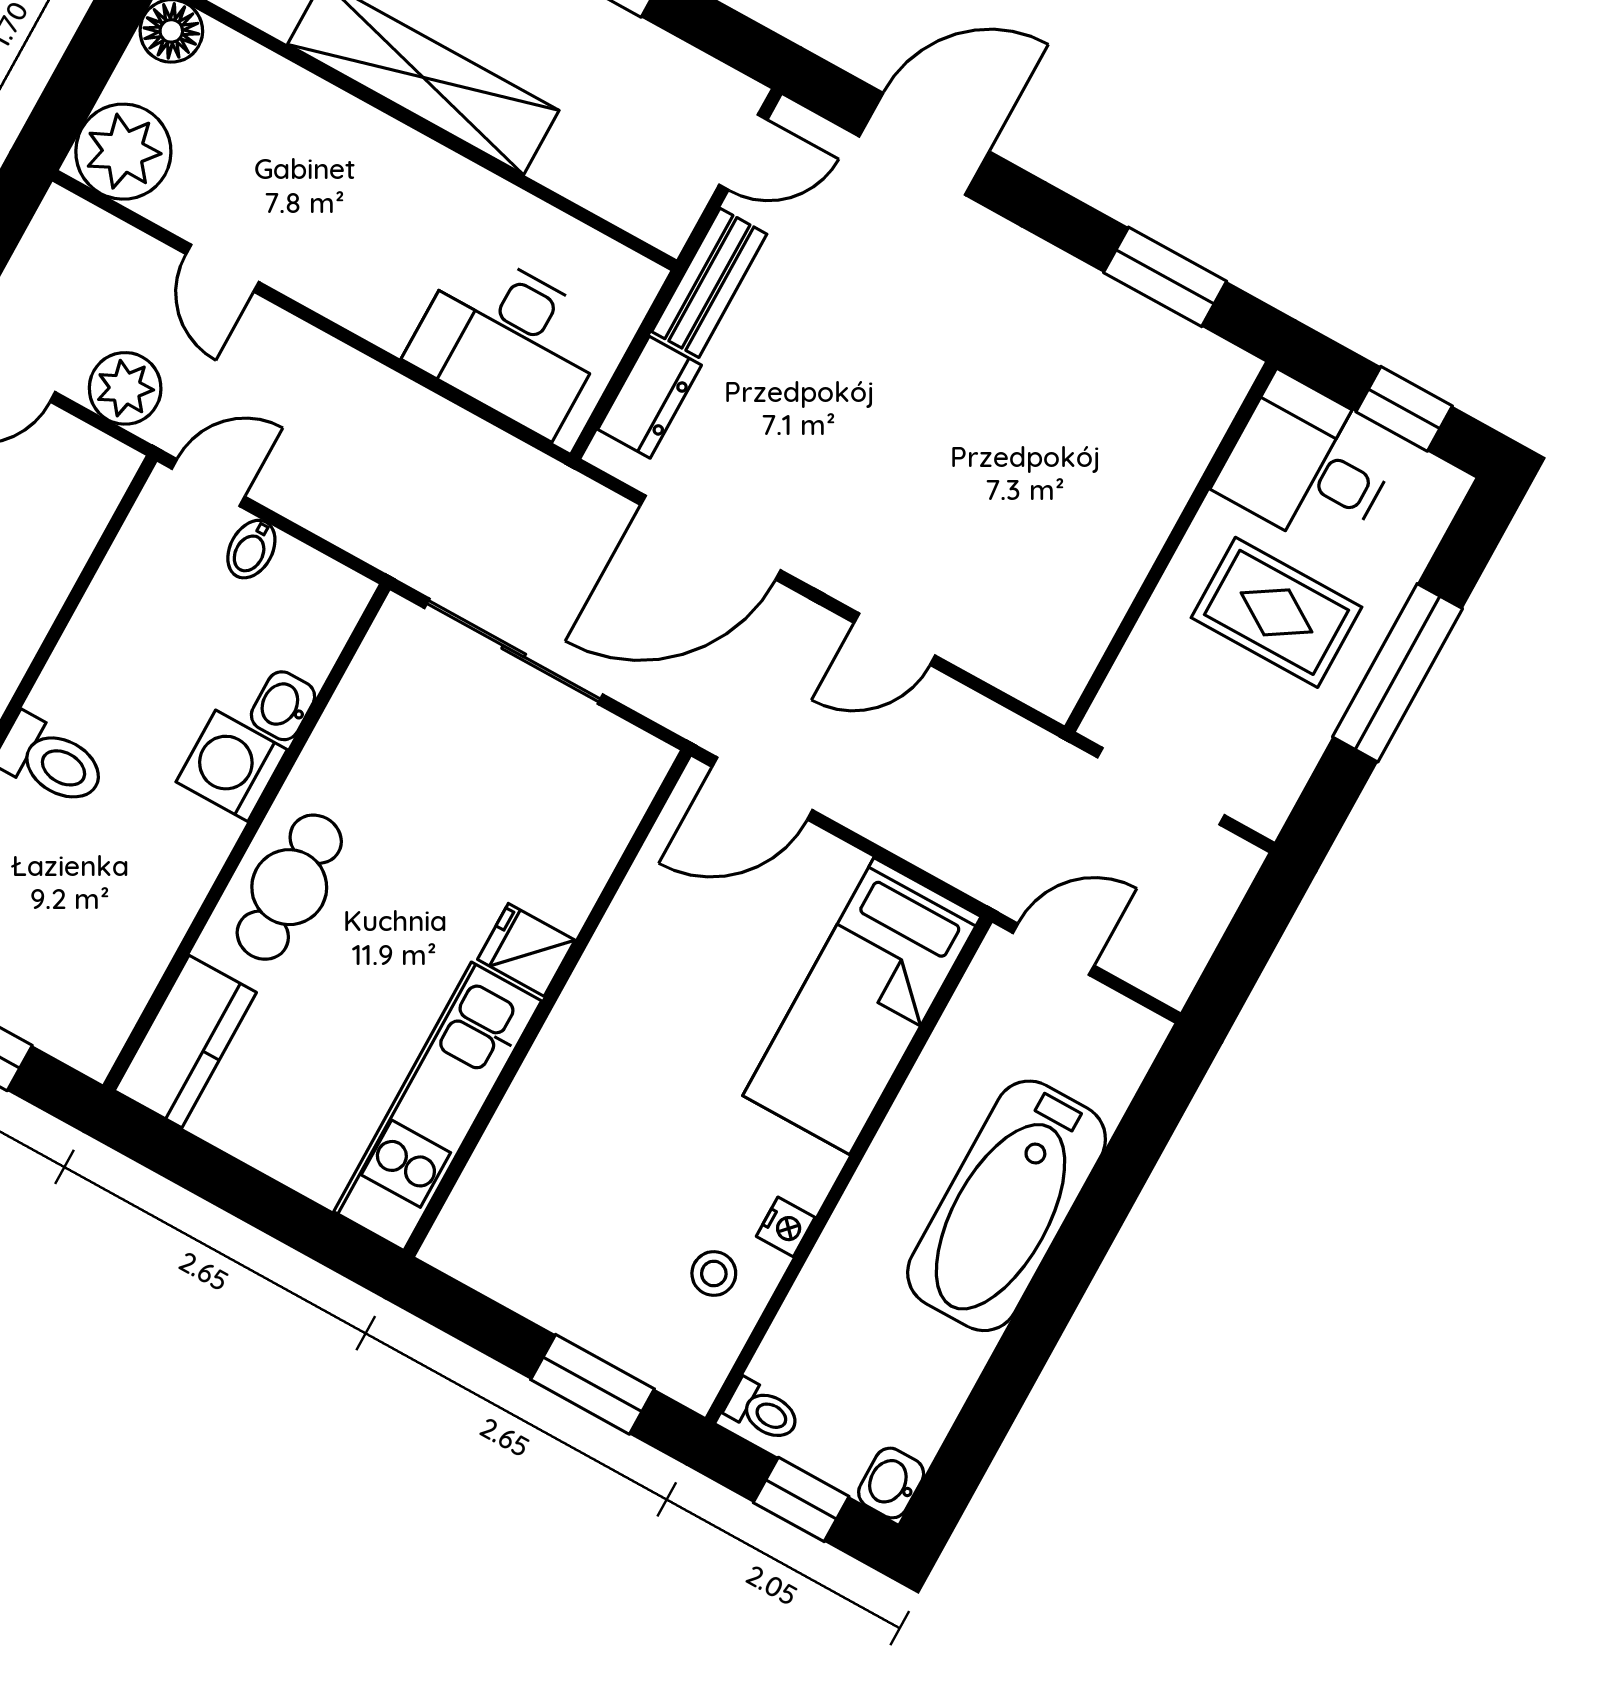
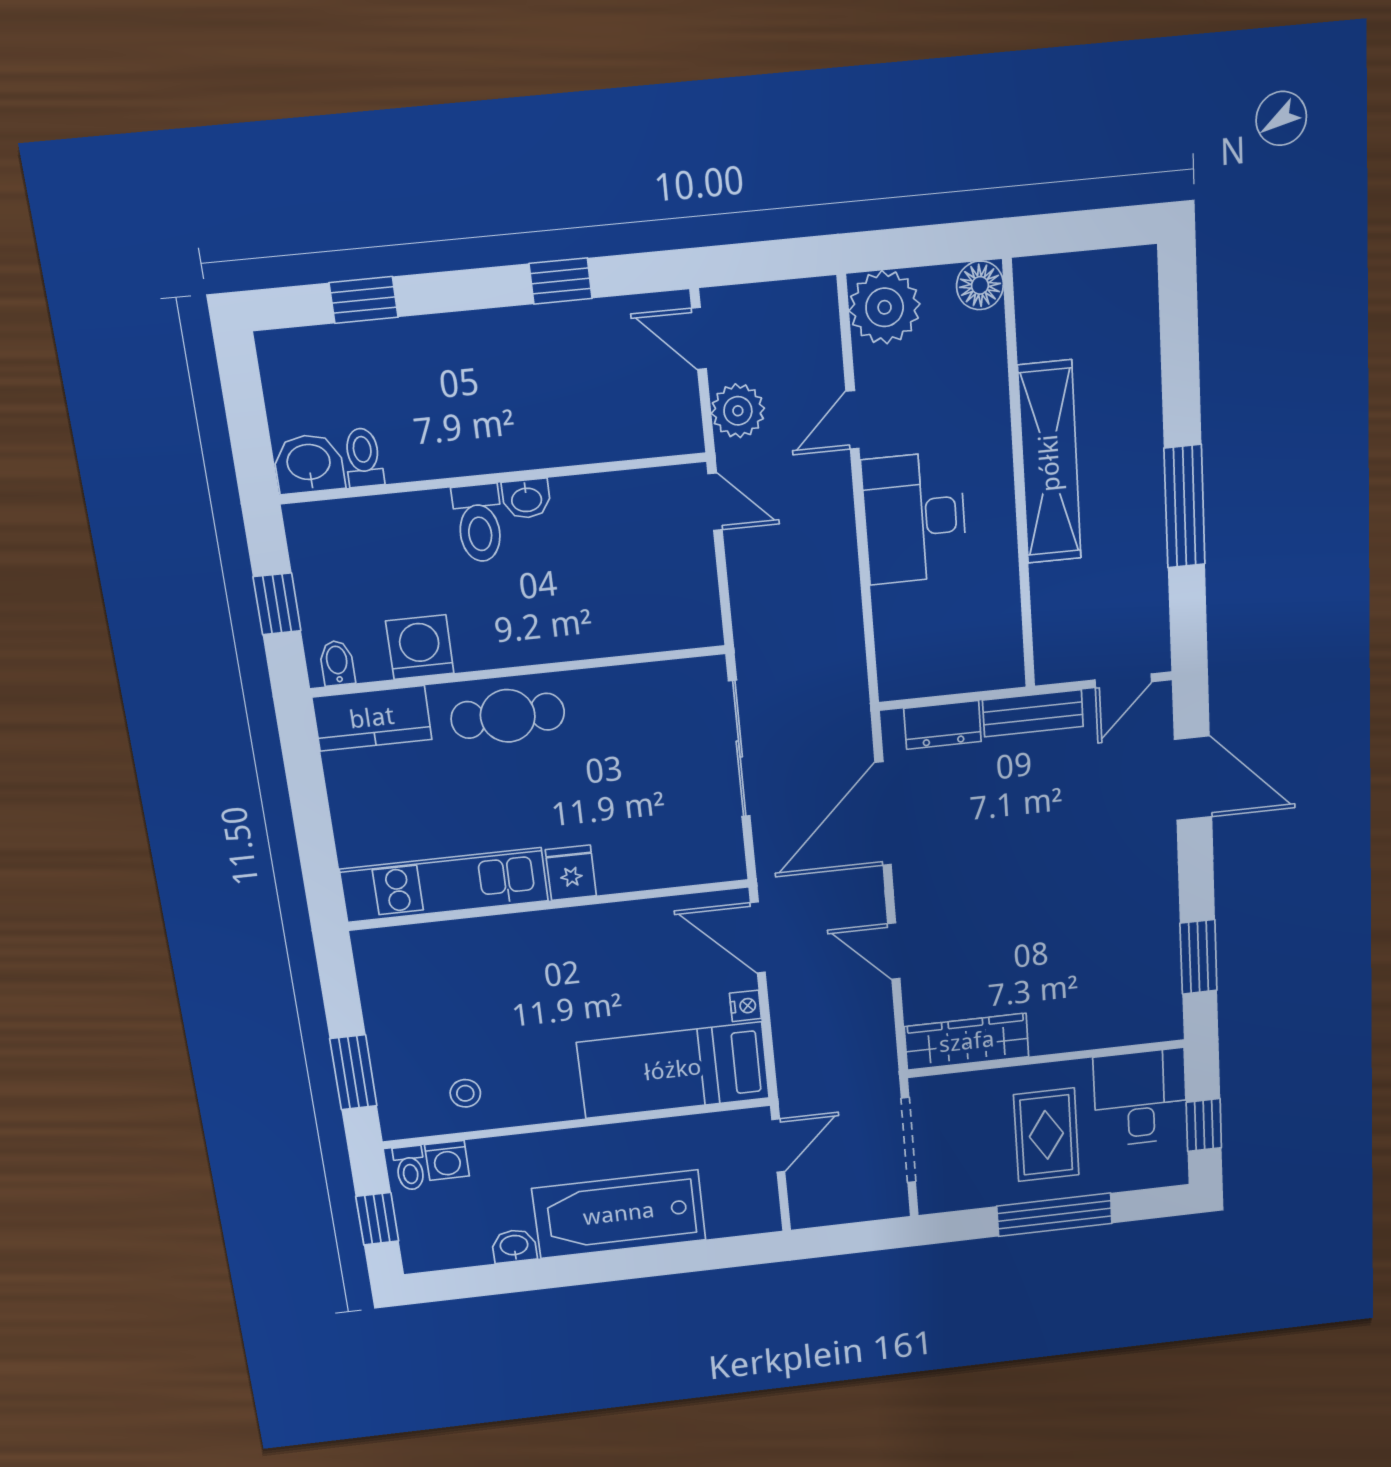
door: (743, 152) -> (1123, 681), hinge flipped
desk: (509, 341) -> (914, 518), moved
door: (711, 538) -> (883, 814), hinge flipped
bidet: (251, 549) -> (337, 663), moved, turned 90
wardrobe: (1078, 629) -> (967, 1042), added
washbasin: (283, 706) -> (526, 499), moved, turned 180
washing machine: (232, 766) -> (420, 647), moved
door: (1053, 949) -> (778, 1146), hinge flipped
nightstand: (786, 1227) -> (745, 1006), moved, turned -90
washing machine: (785, 1359) -> (447, 1160), added
washbasin: (891, 1483) -> (514, 1246), moved

